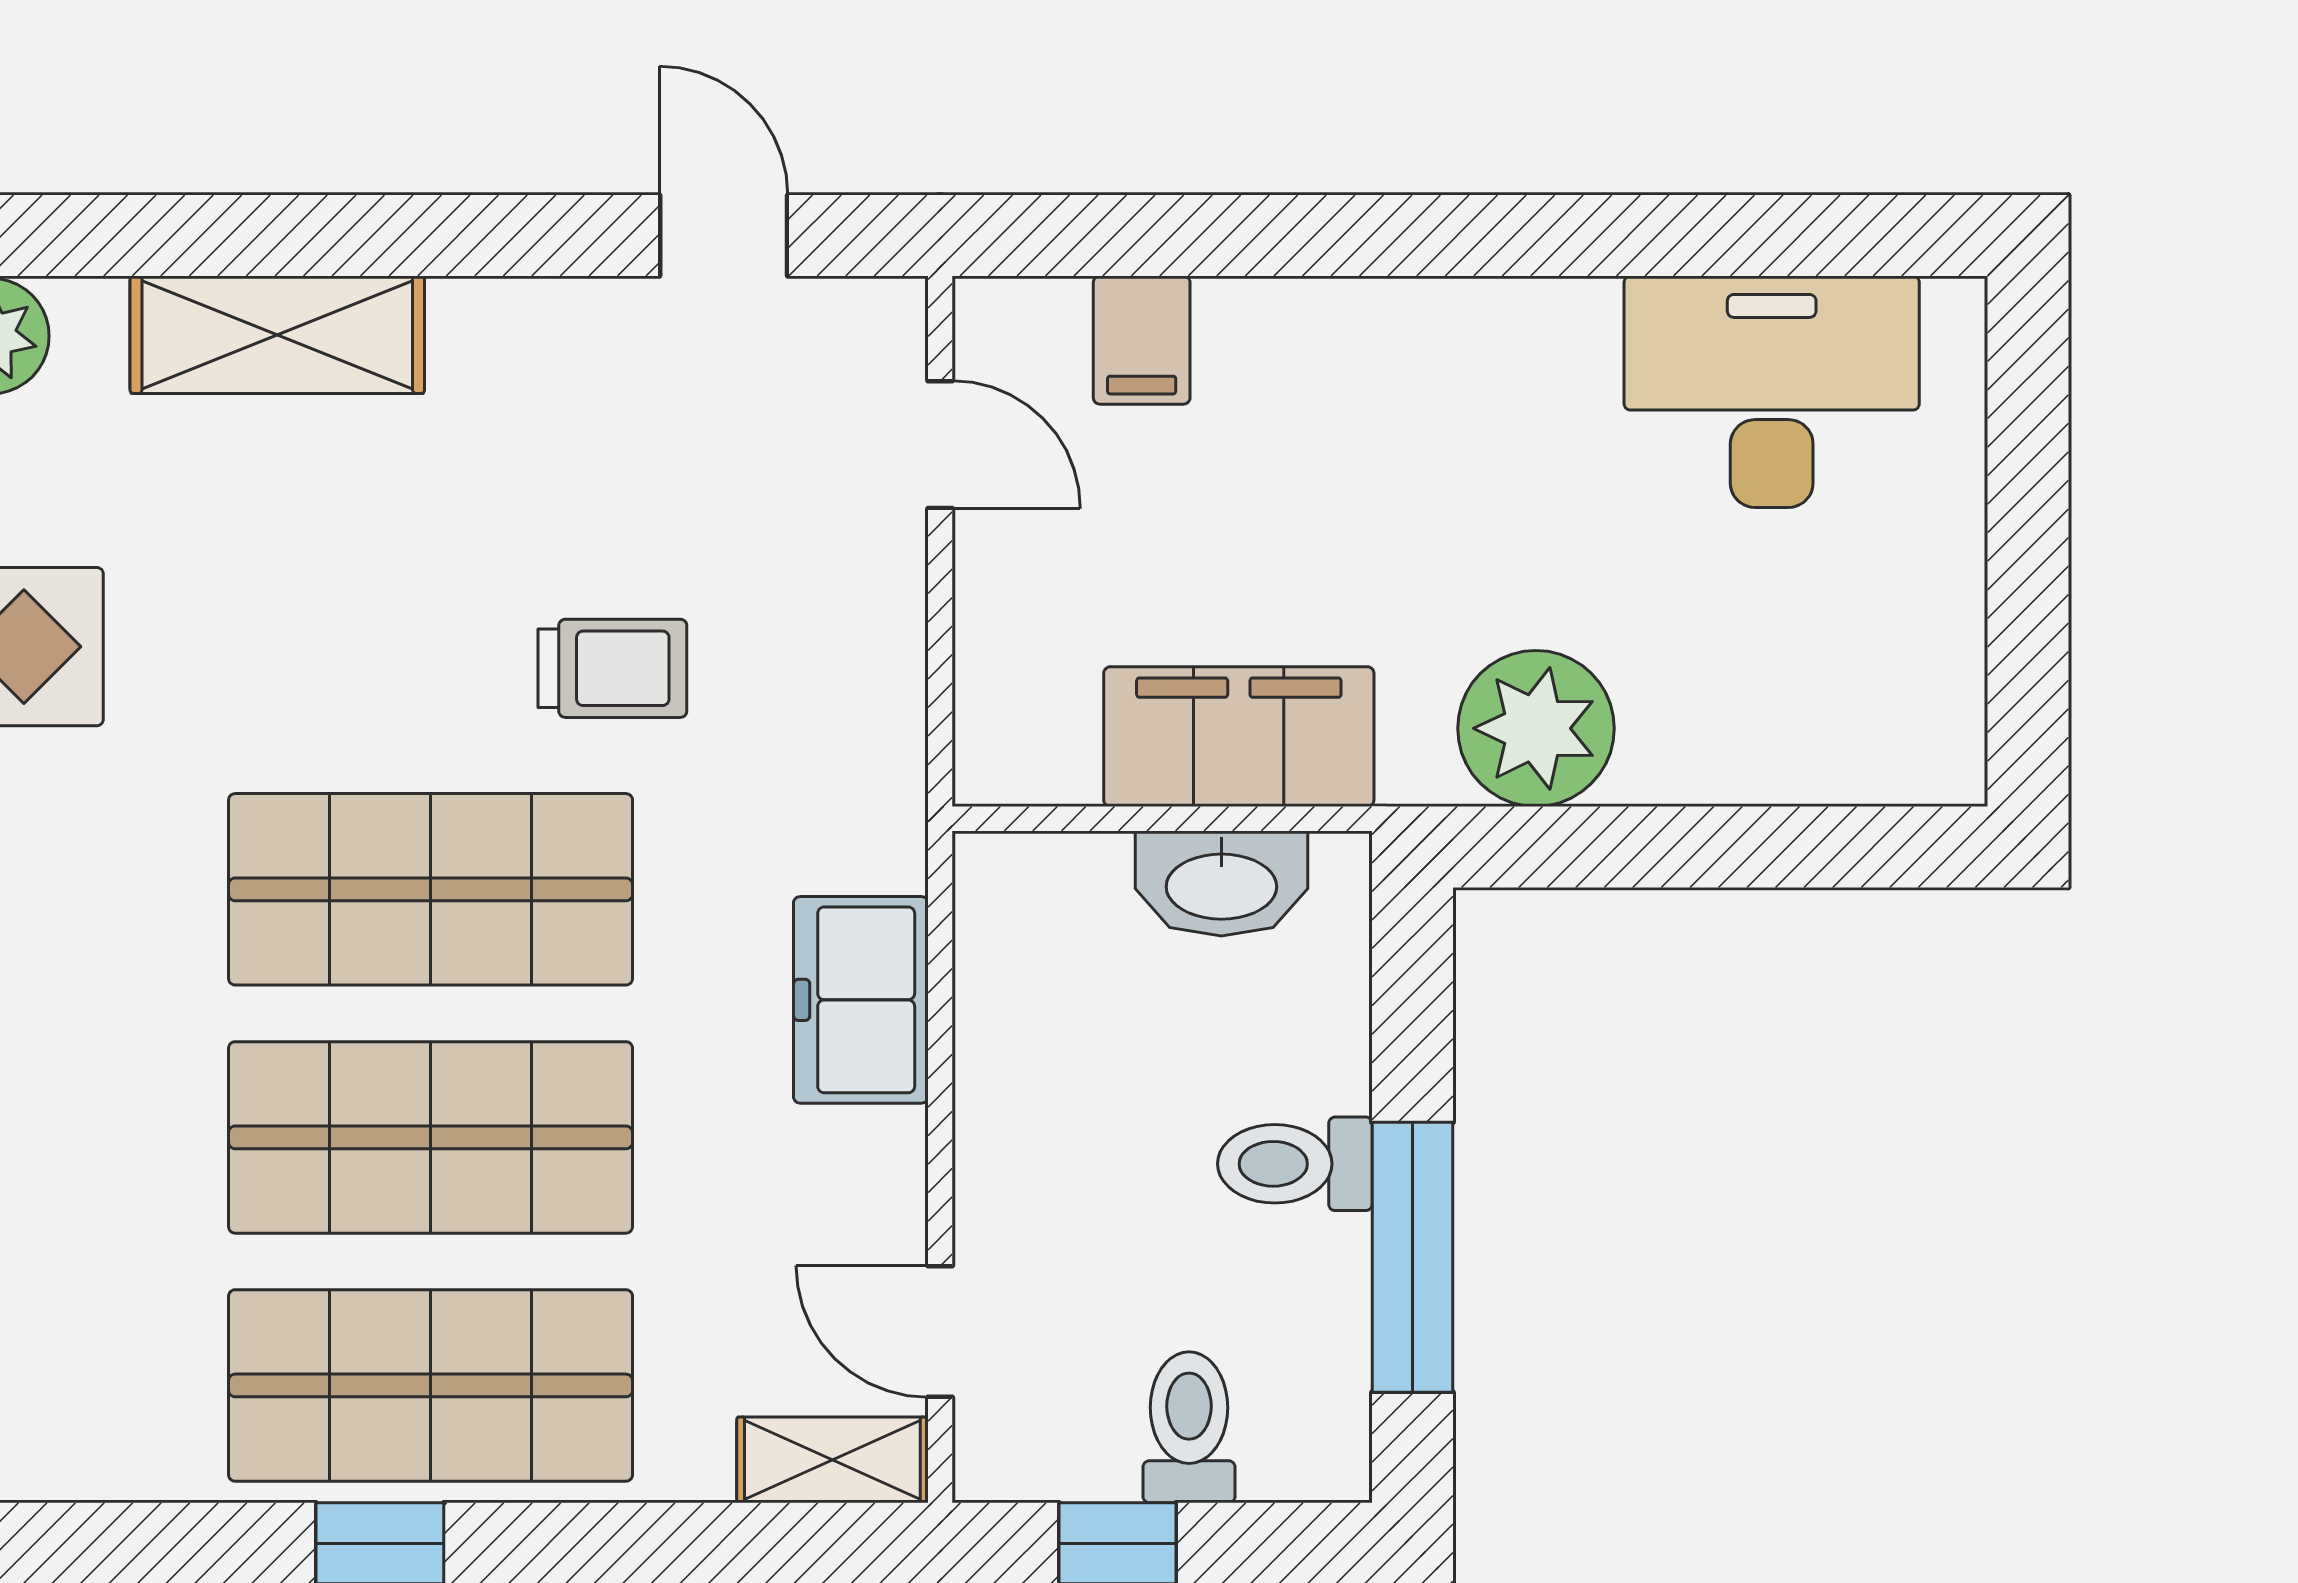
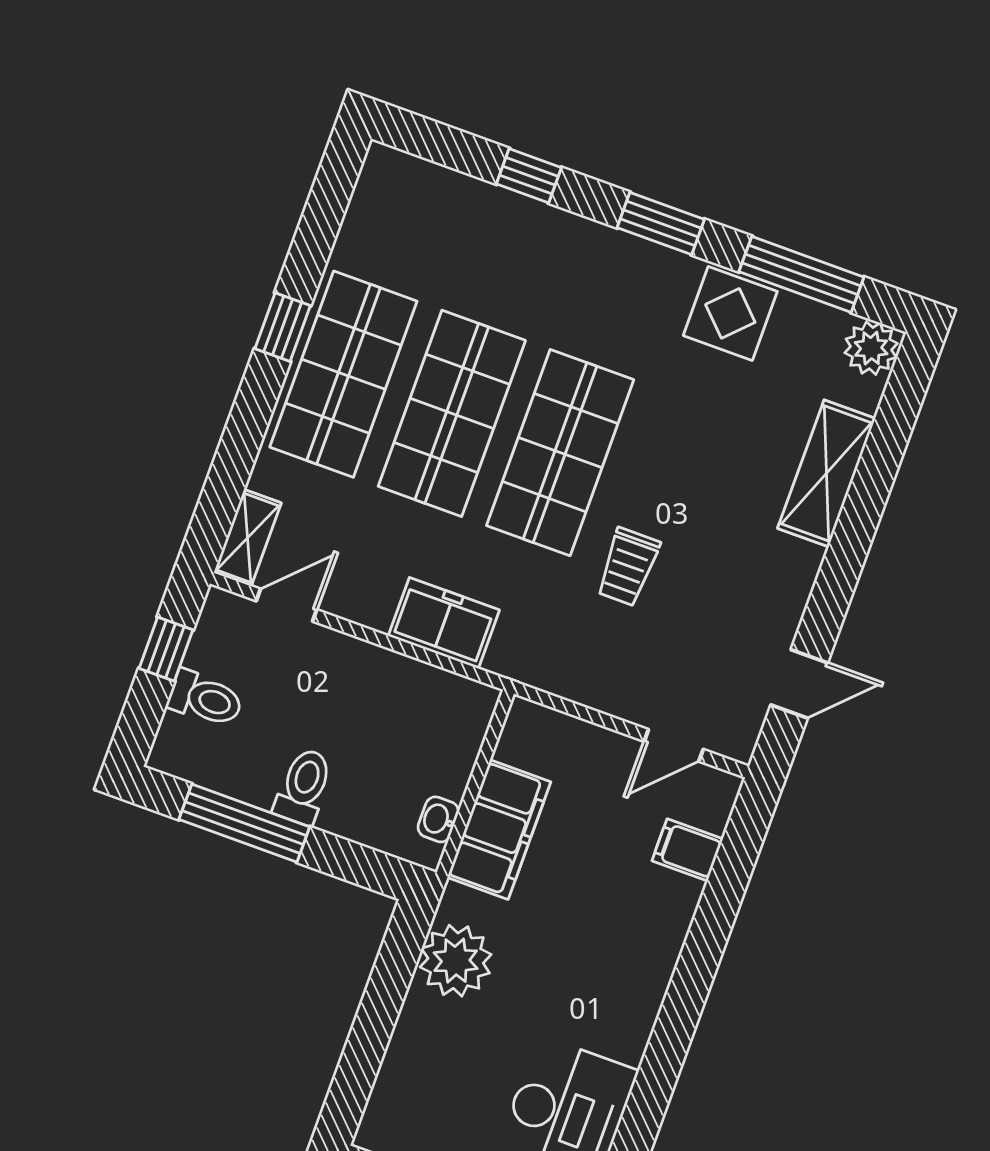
washbasin: (1221, 883) -> (438, 819), width x0.52, depth x0.69

